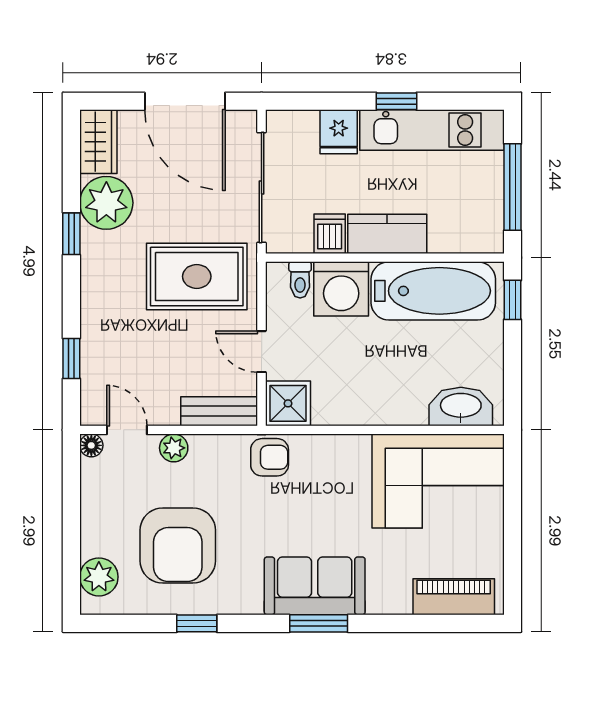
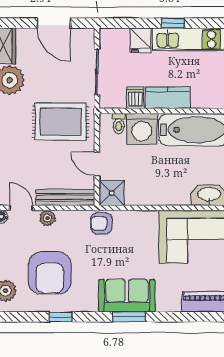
door: (185, 101) -> (54, 23), width x0.73
sliding door: (262, 188) -> (97, 72), width x0.73
bench: (219, 411) -> (65, 197), width x1.36
armchair: (270, 457) -> (101, 223), turned 180

